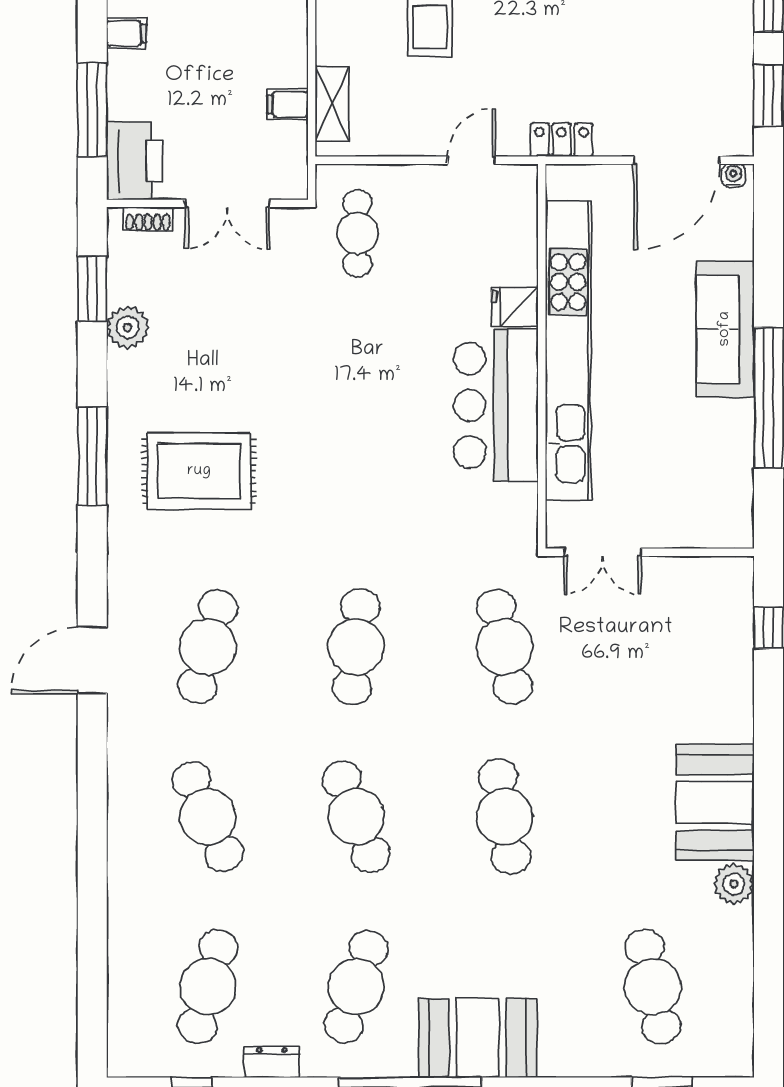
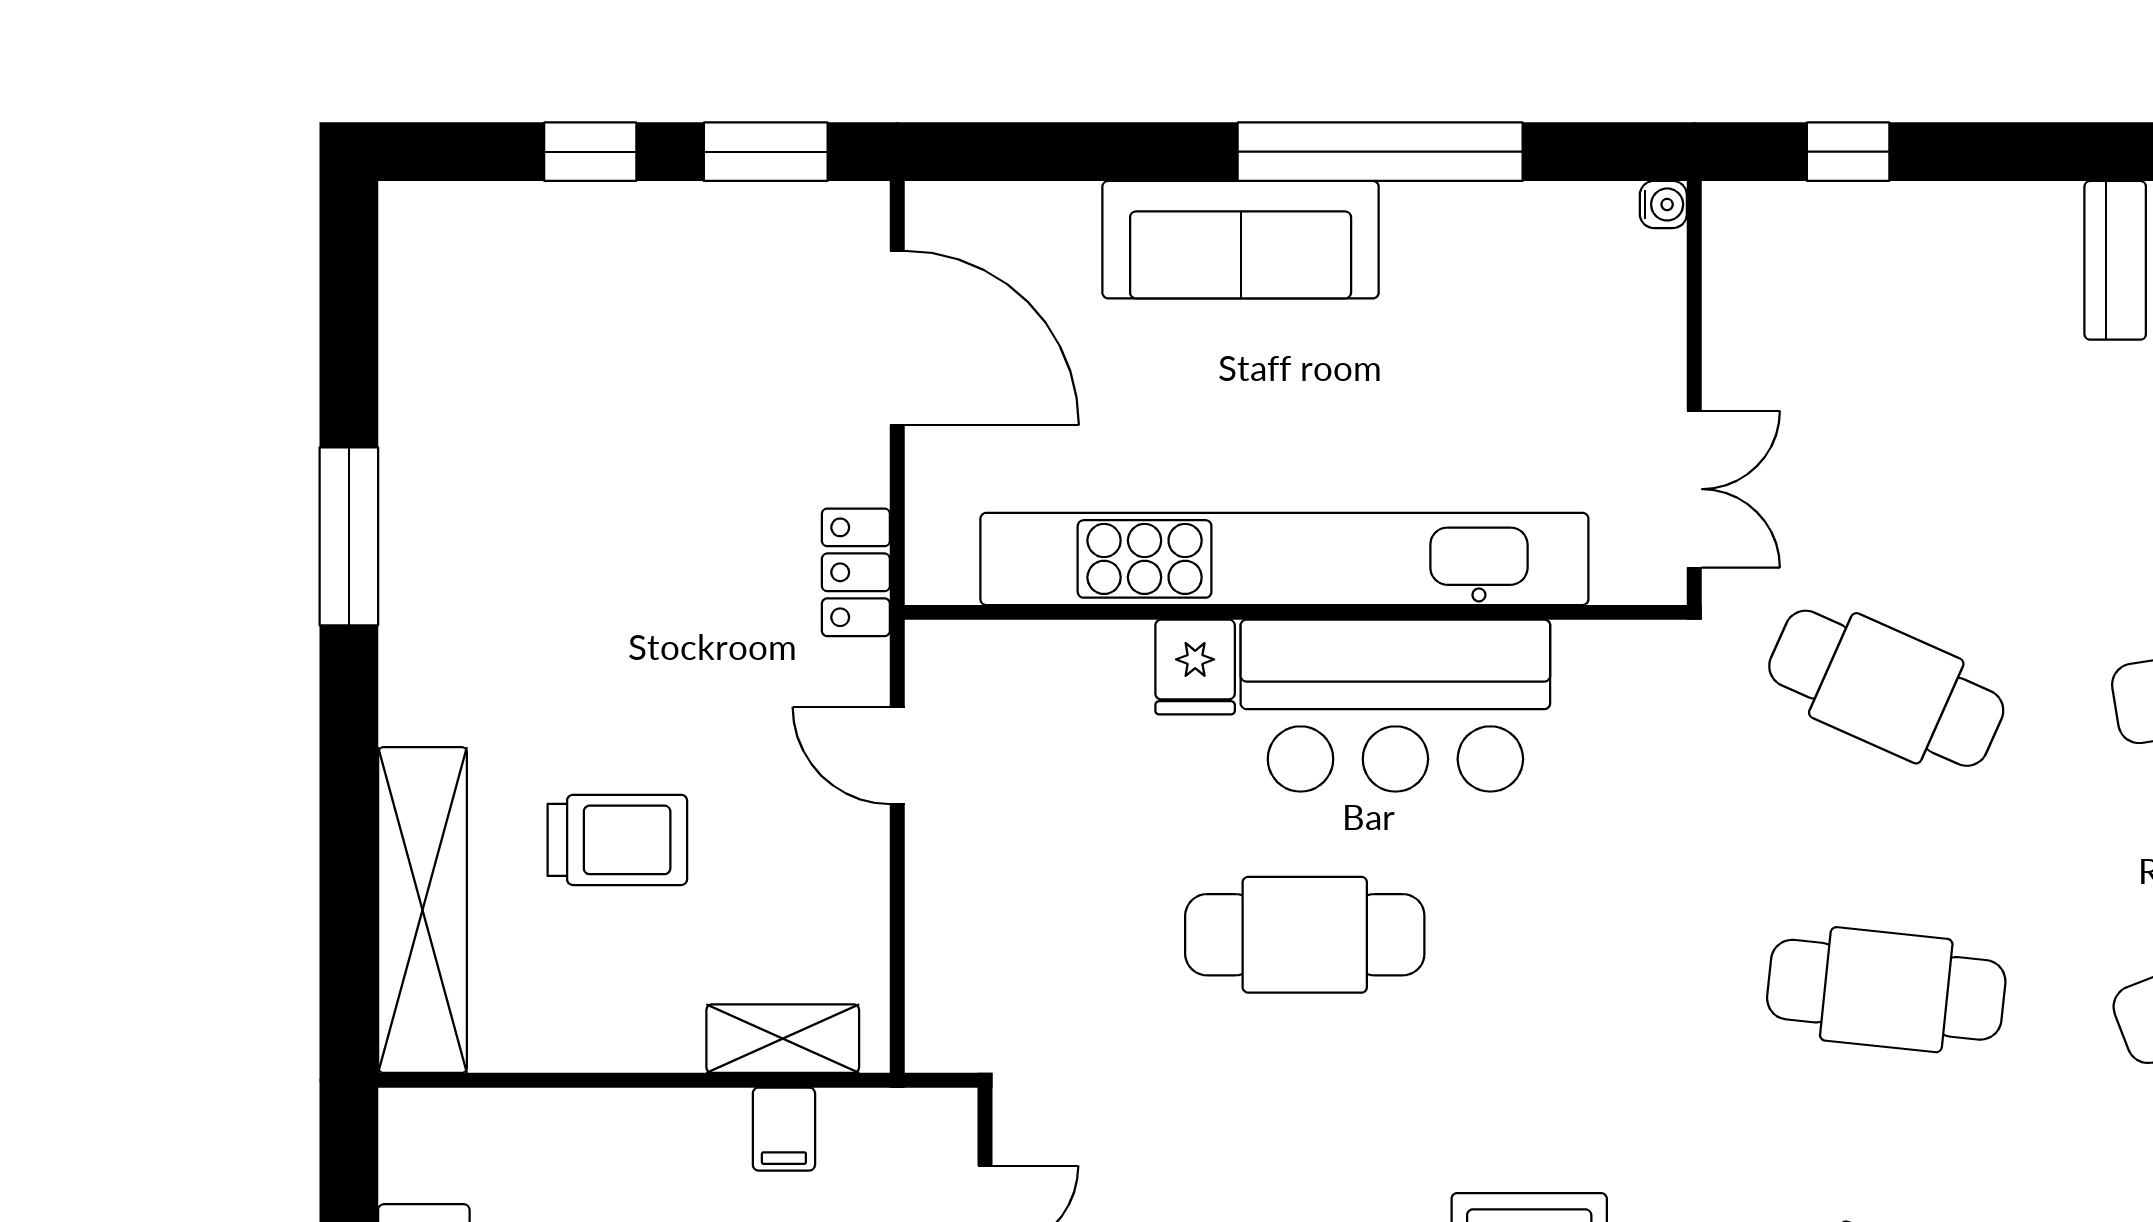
water cooler: (733, 175) -> (1663, 204), moved, turned 180
cafe table: (357, 233) -> (1305, 935), moved, width x1.37, depth x1.35
cafe table: (504, 647) -> (1886, 688), turned 36

